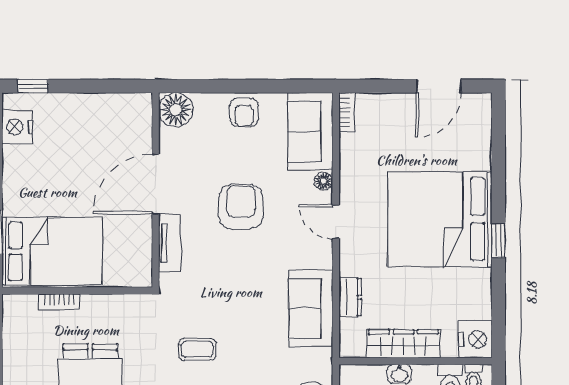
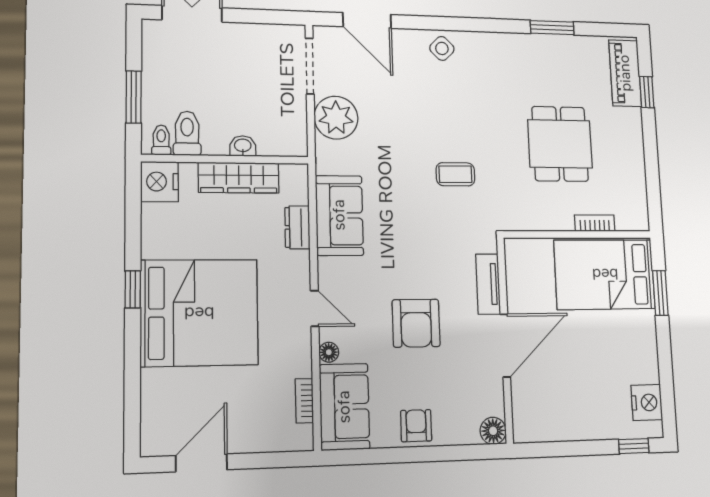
floor lamp: (176, 110) -> (493, 431), width x0.73, depth x0.73
bookcase: (347, 112) -> (304, 401), moved

